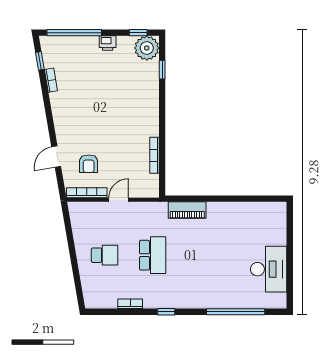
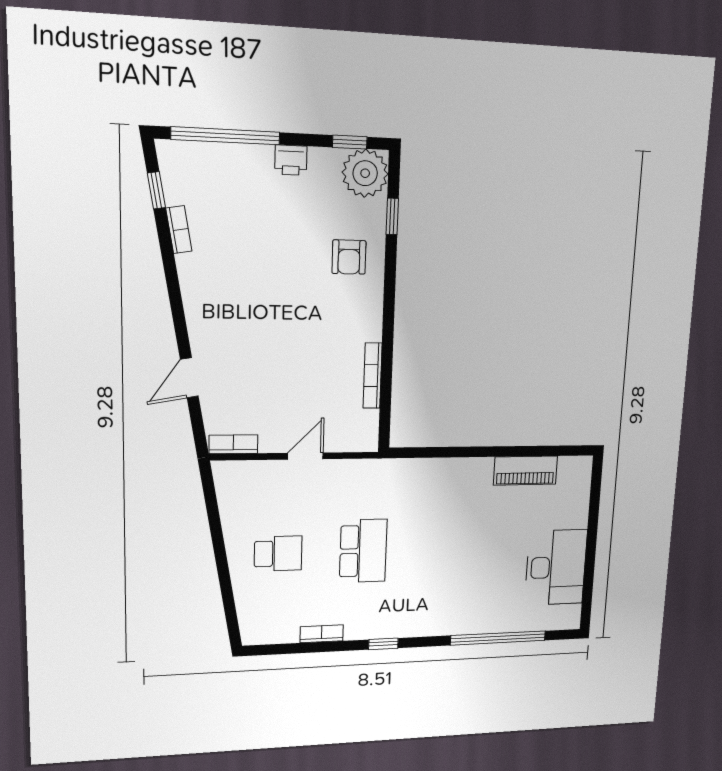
armchair: (89, 164) -> (349, 257), moved
bookcase: (87, 193) -> (233, 444), width x0.64
piano: (187, 210) -> (526, 471), moved

